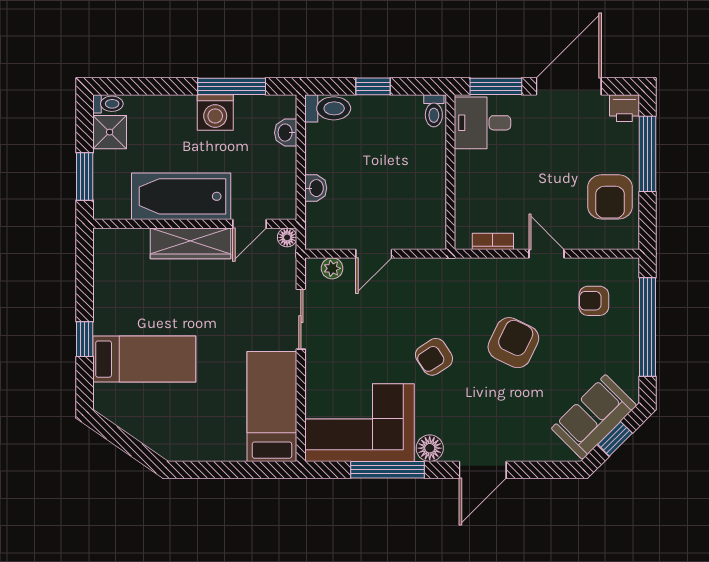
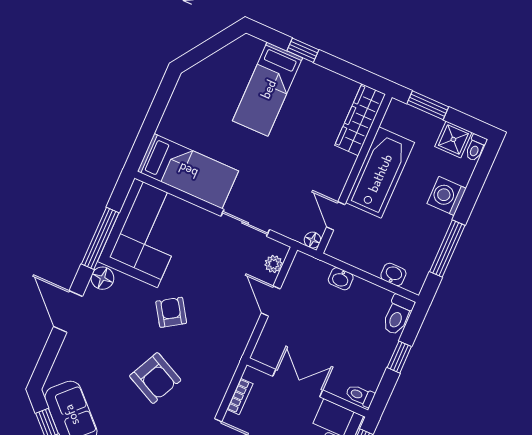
washing machine: (215, 112) -> (447, 196), moved
double door: (450, 185) -> (298, 383), added
wardrobe: (190, 243) -> (360, 120), moved

